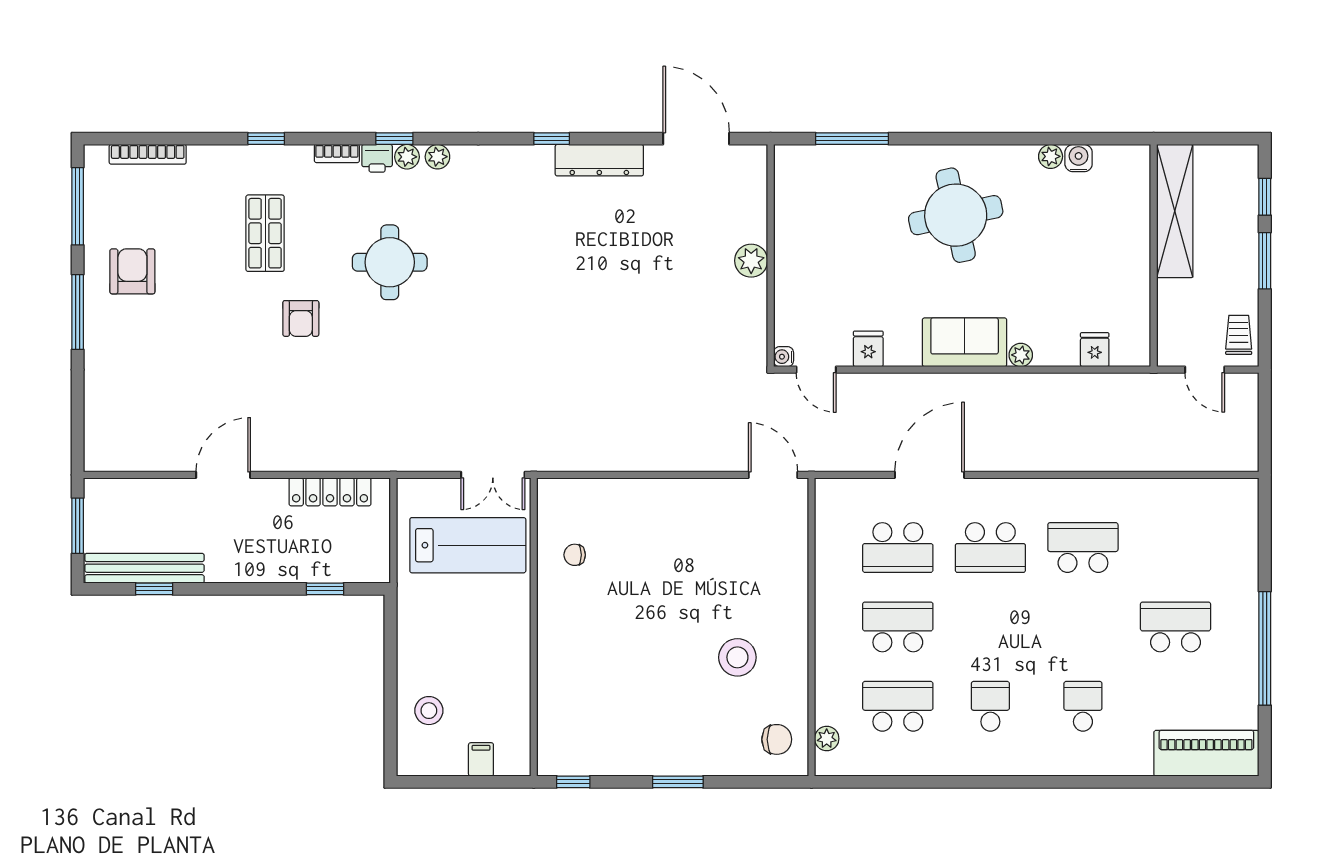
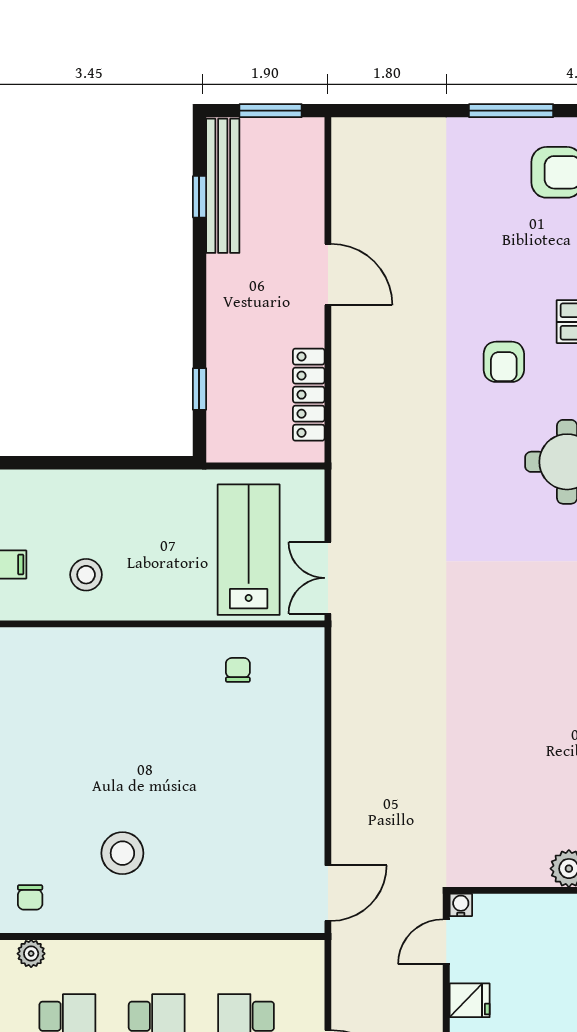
armchair: (301, 318) -> (504, 362), turned -90
lab bench: (468, 545) -> (249, 550), turned 180
stool: (429, 711) -> (86, 575), moved
chair: (777, 739) -> (30, 897), width x0.73, depth x0.73

